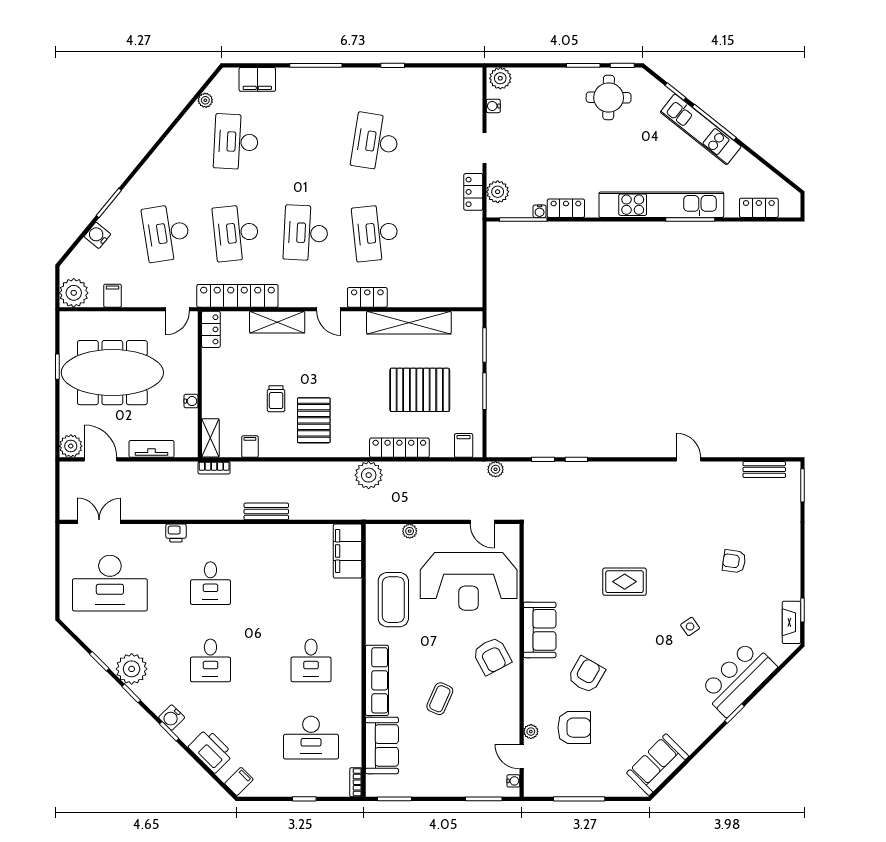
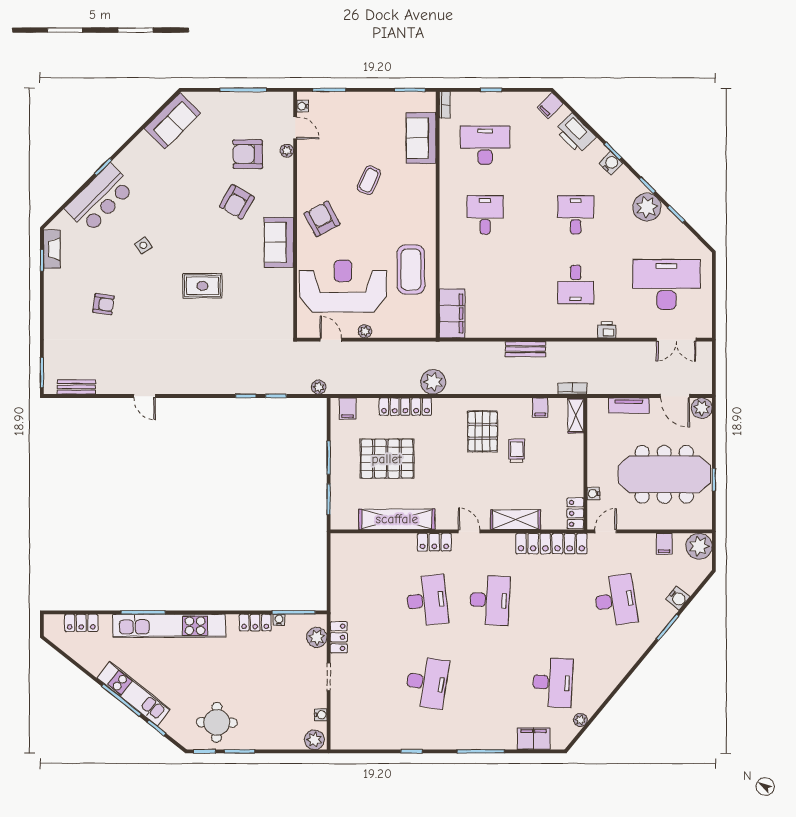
desk: (236, 233) -> (553, 600), removed
water cooler: (191, 401) -> (593, 494), moved
plant: (410, 531) -> (365, 331), moved
desk: (210, 583) -> (576, 284), turned 180
row of seats: (377, 680) -> (426, 197), removed

